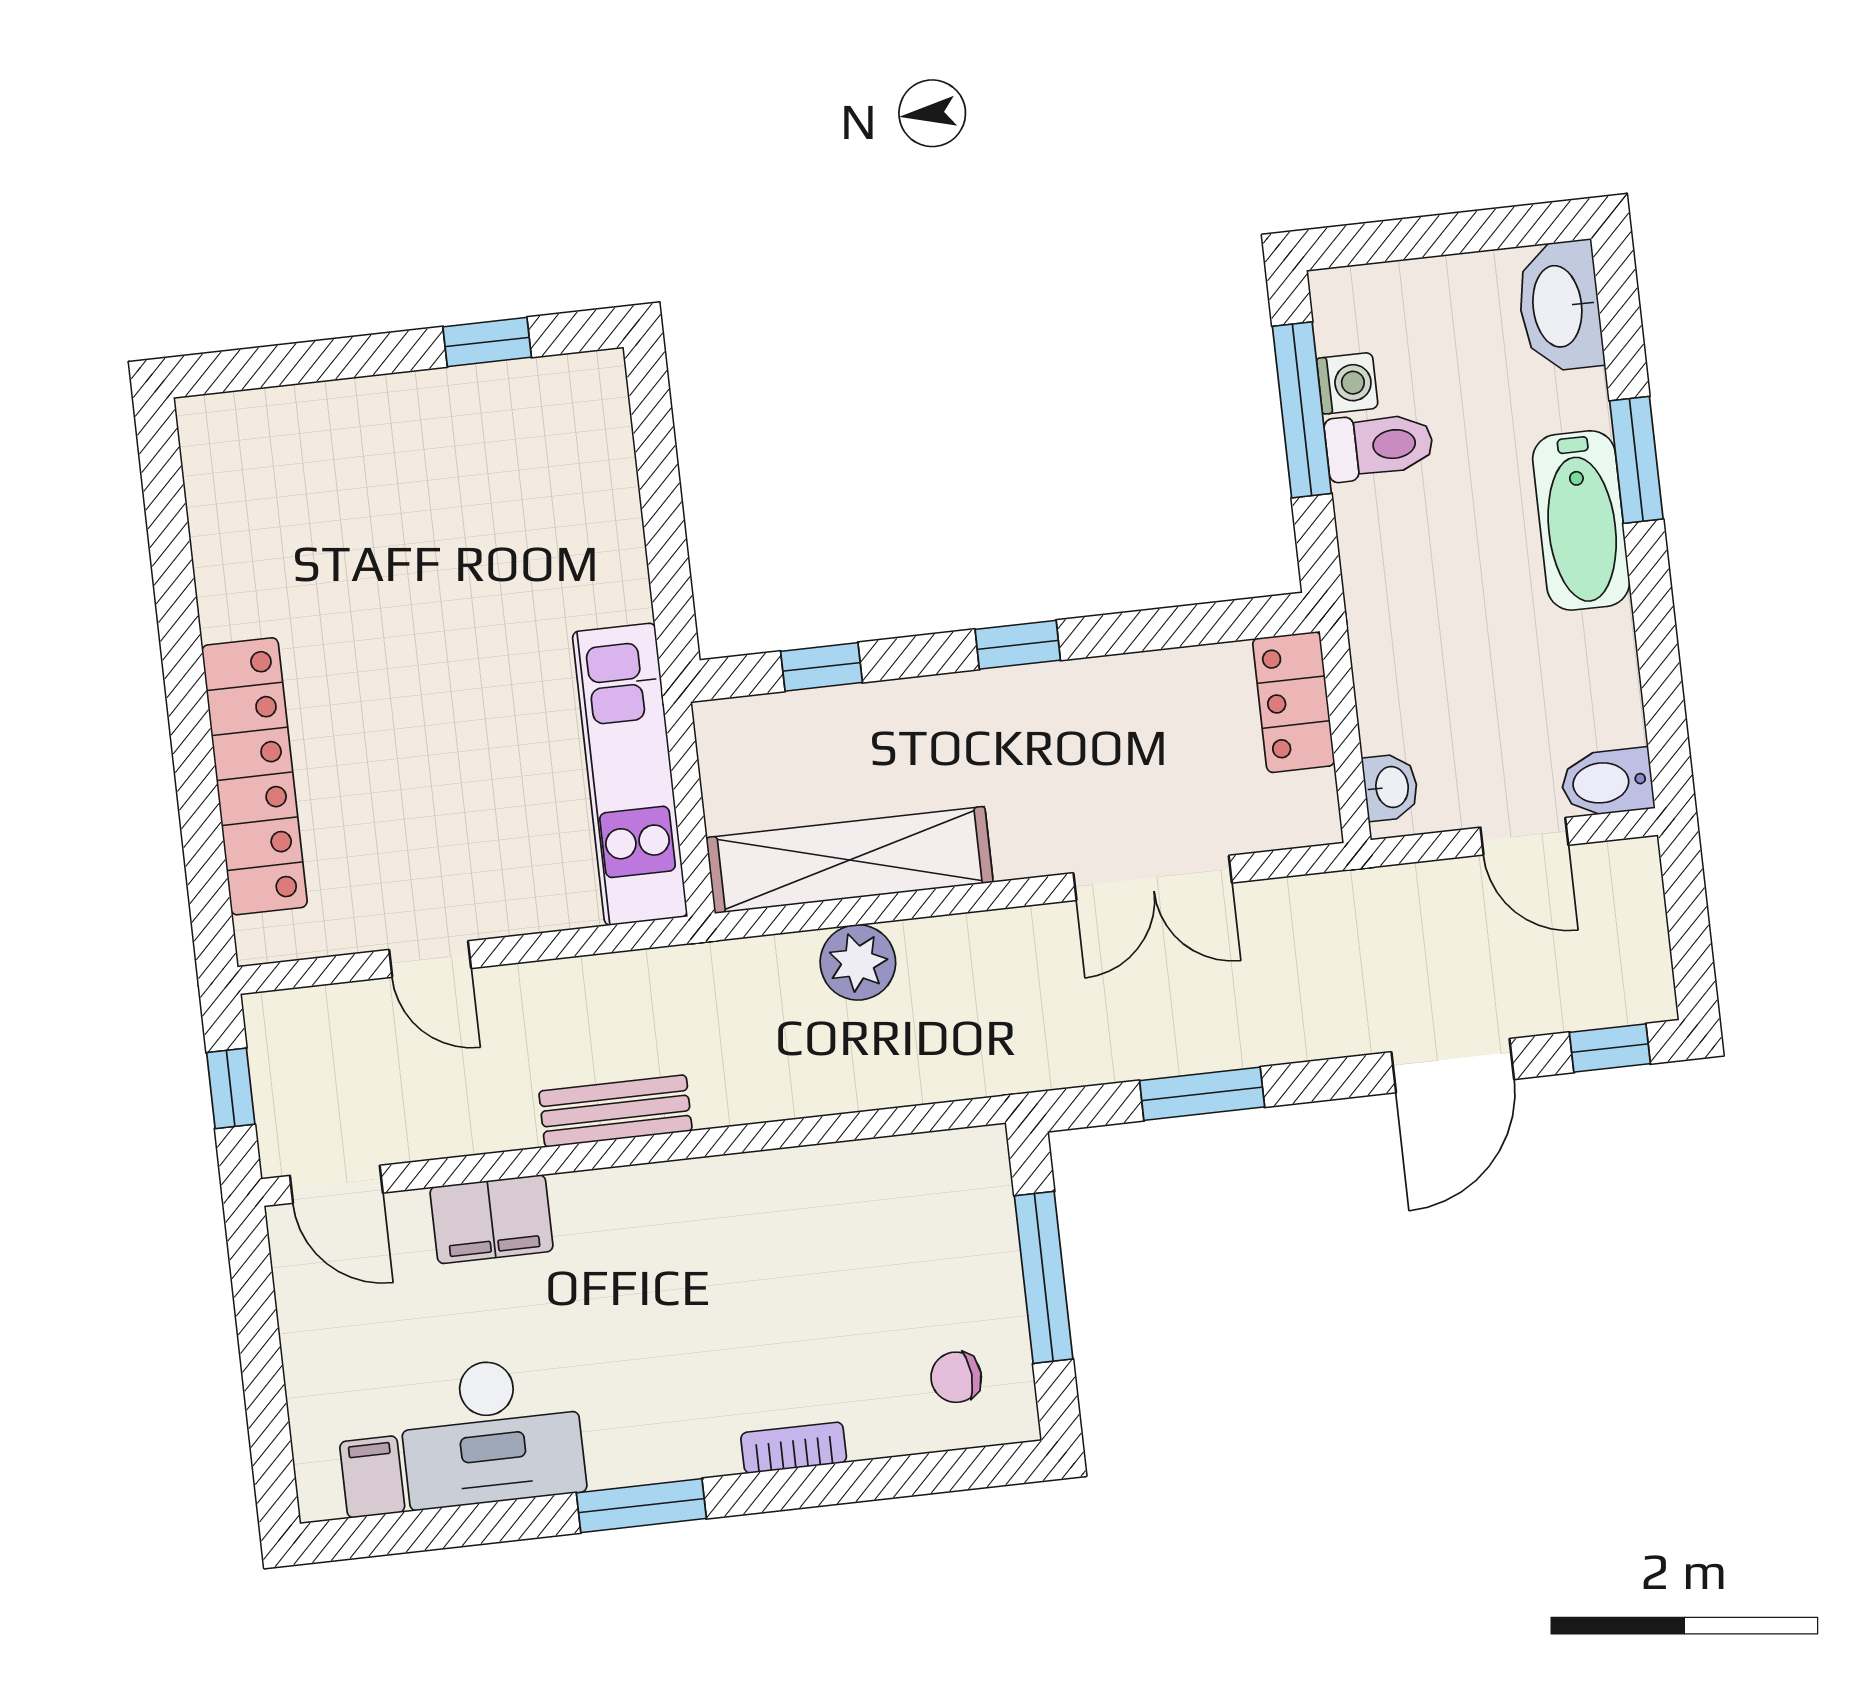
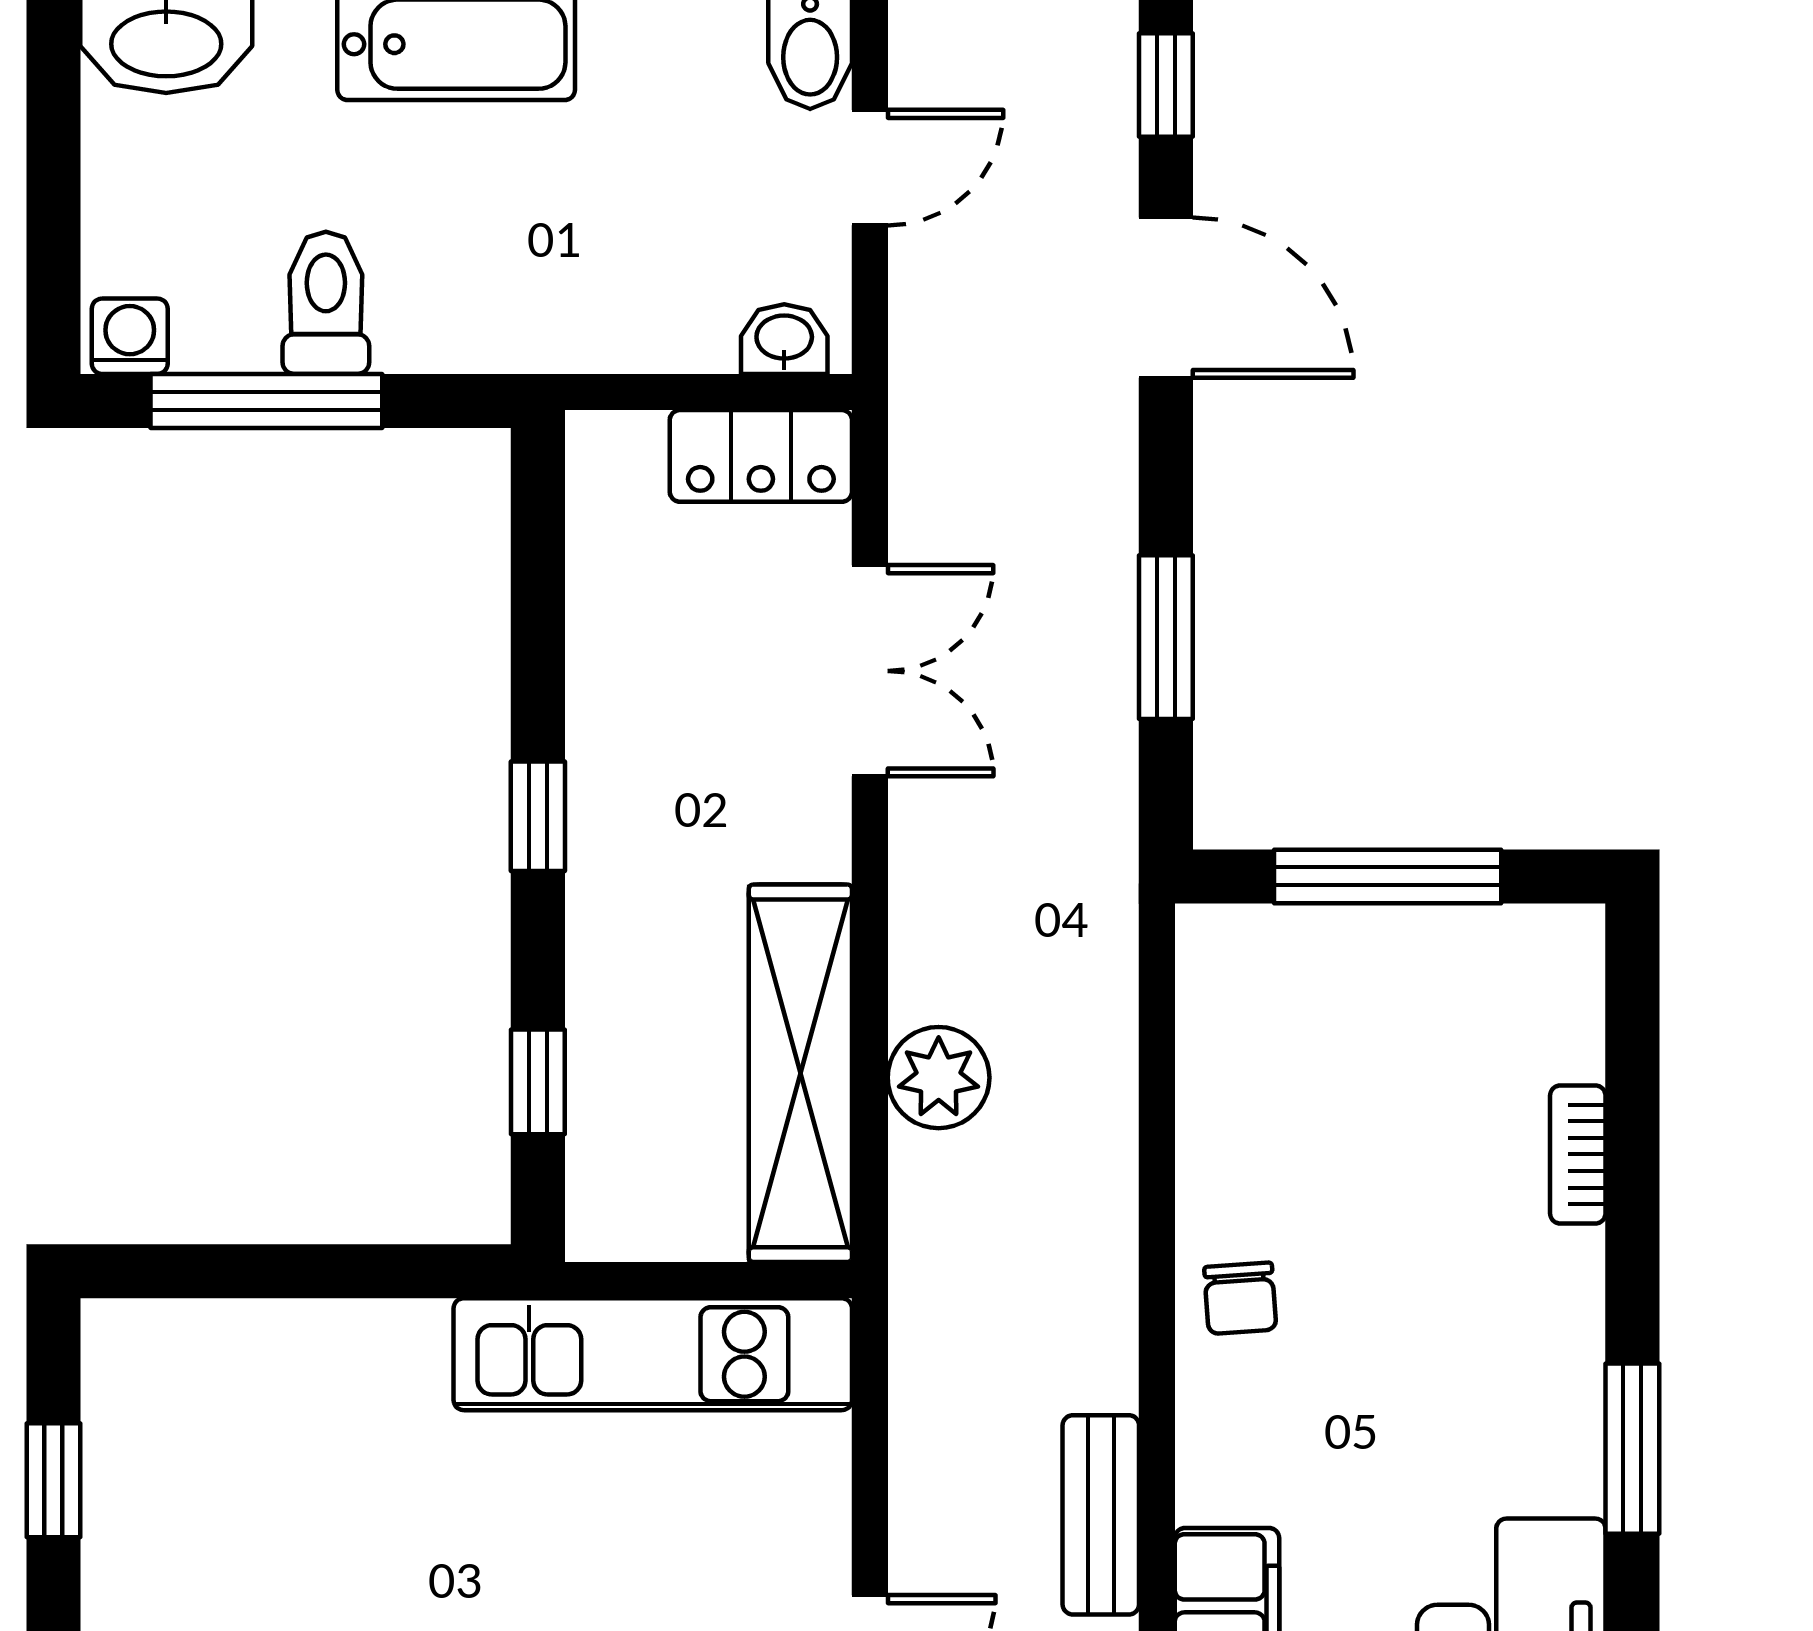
washing machine: (1347, 383) -> (130, 336), moved
locker: (1294, 702) -> (761, 456), moved
bench: (615, 1111) -> (1101, 1515), moved
chair: (956, 1377) -> (1240, 1298), moved
bookcase: (794, 1448) -> (1578, 1154), moved

